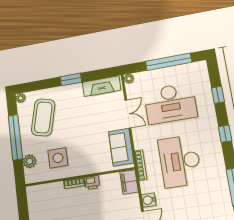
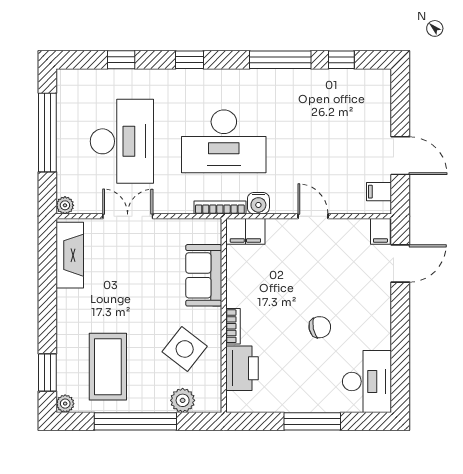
window: (71, 79) -> (47, 372), moved
coffee table: (43, 117) -> (108, 367), turned 76
sofa: (121, 147) -> (204, 275), moved, turned 90
side table: (58, 158) -> (185, 349), turned 38
printer: (92, 183) -> (242, 368), moved, width x1.87, depth x1.48
water cooler: (149, 200) -> (258, 203), moved

